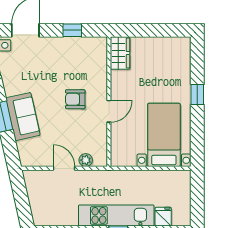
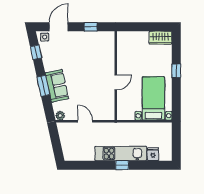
wardrobe: (120, 53) -> (161, 38), moved, turned 90
armchair: (75, 99) -> (93, 74), removed
plant: (86, 160) -> (60, 116), moved

